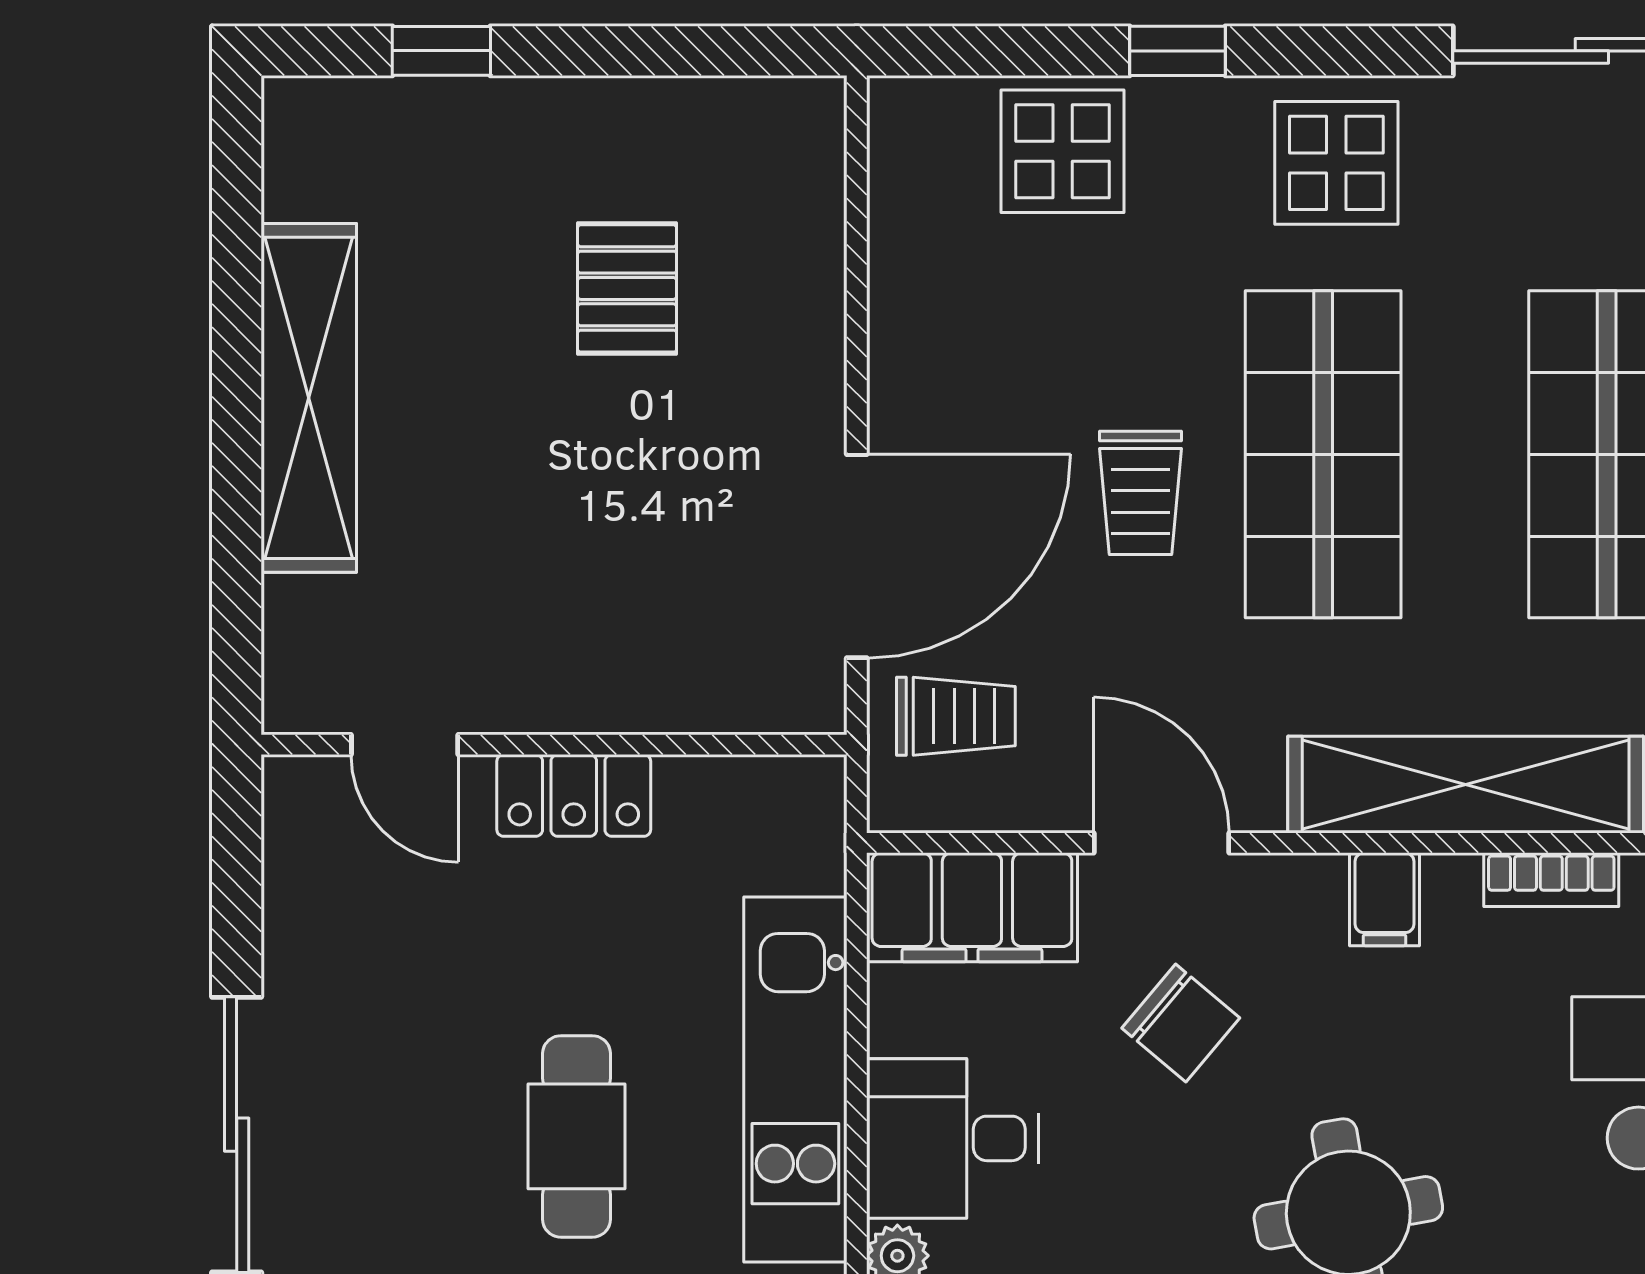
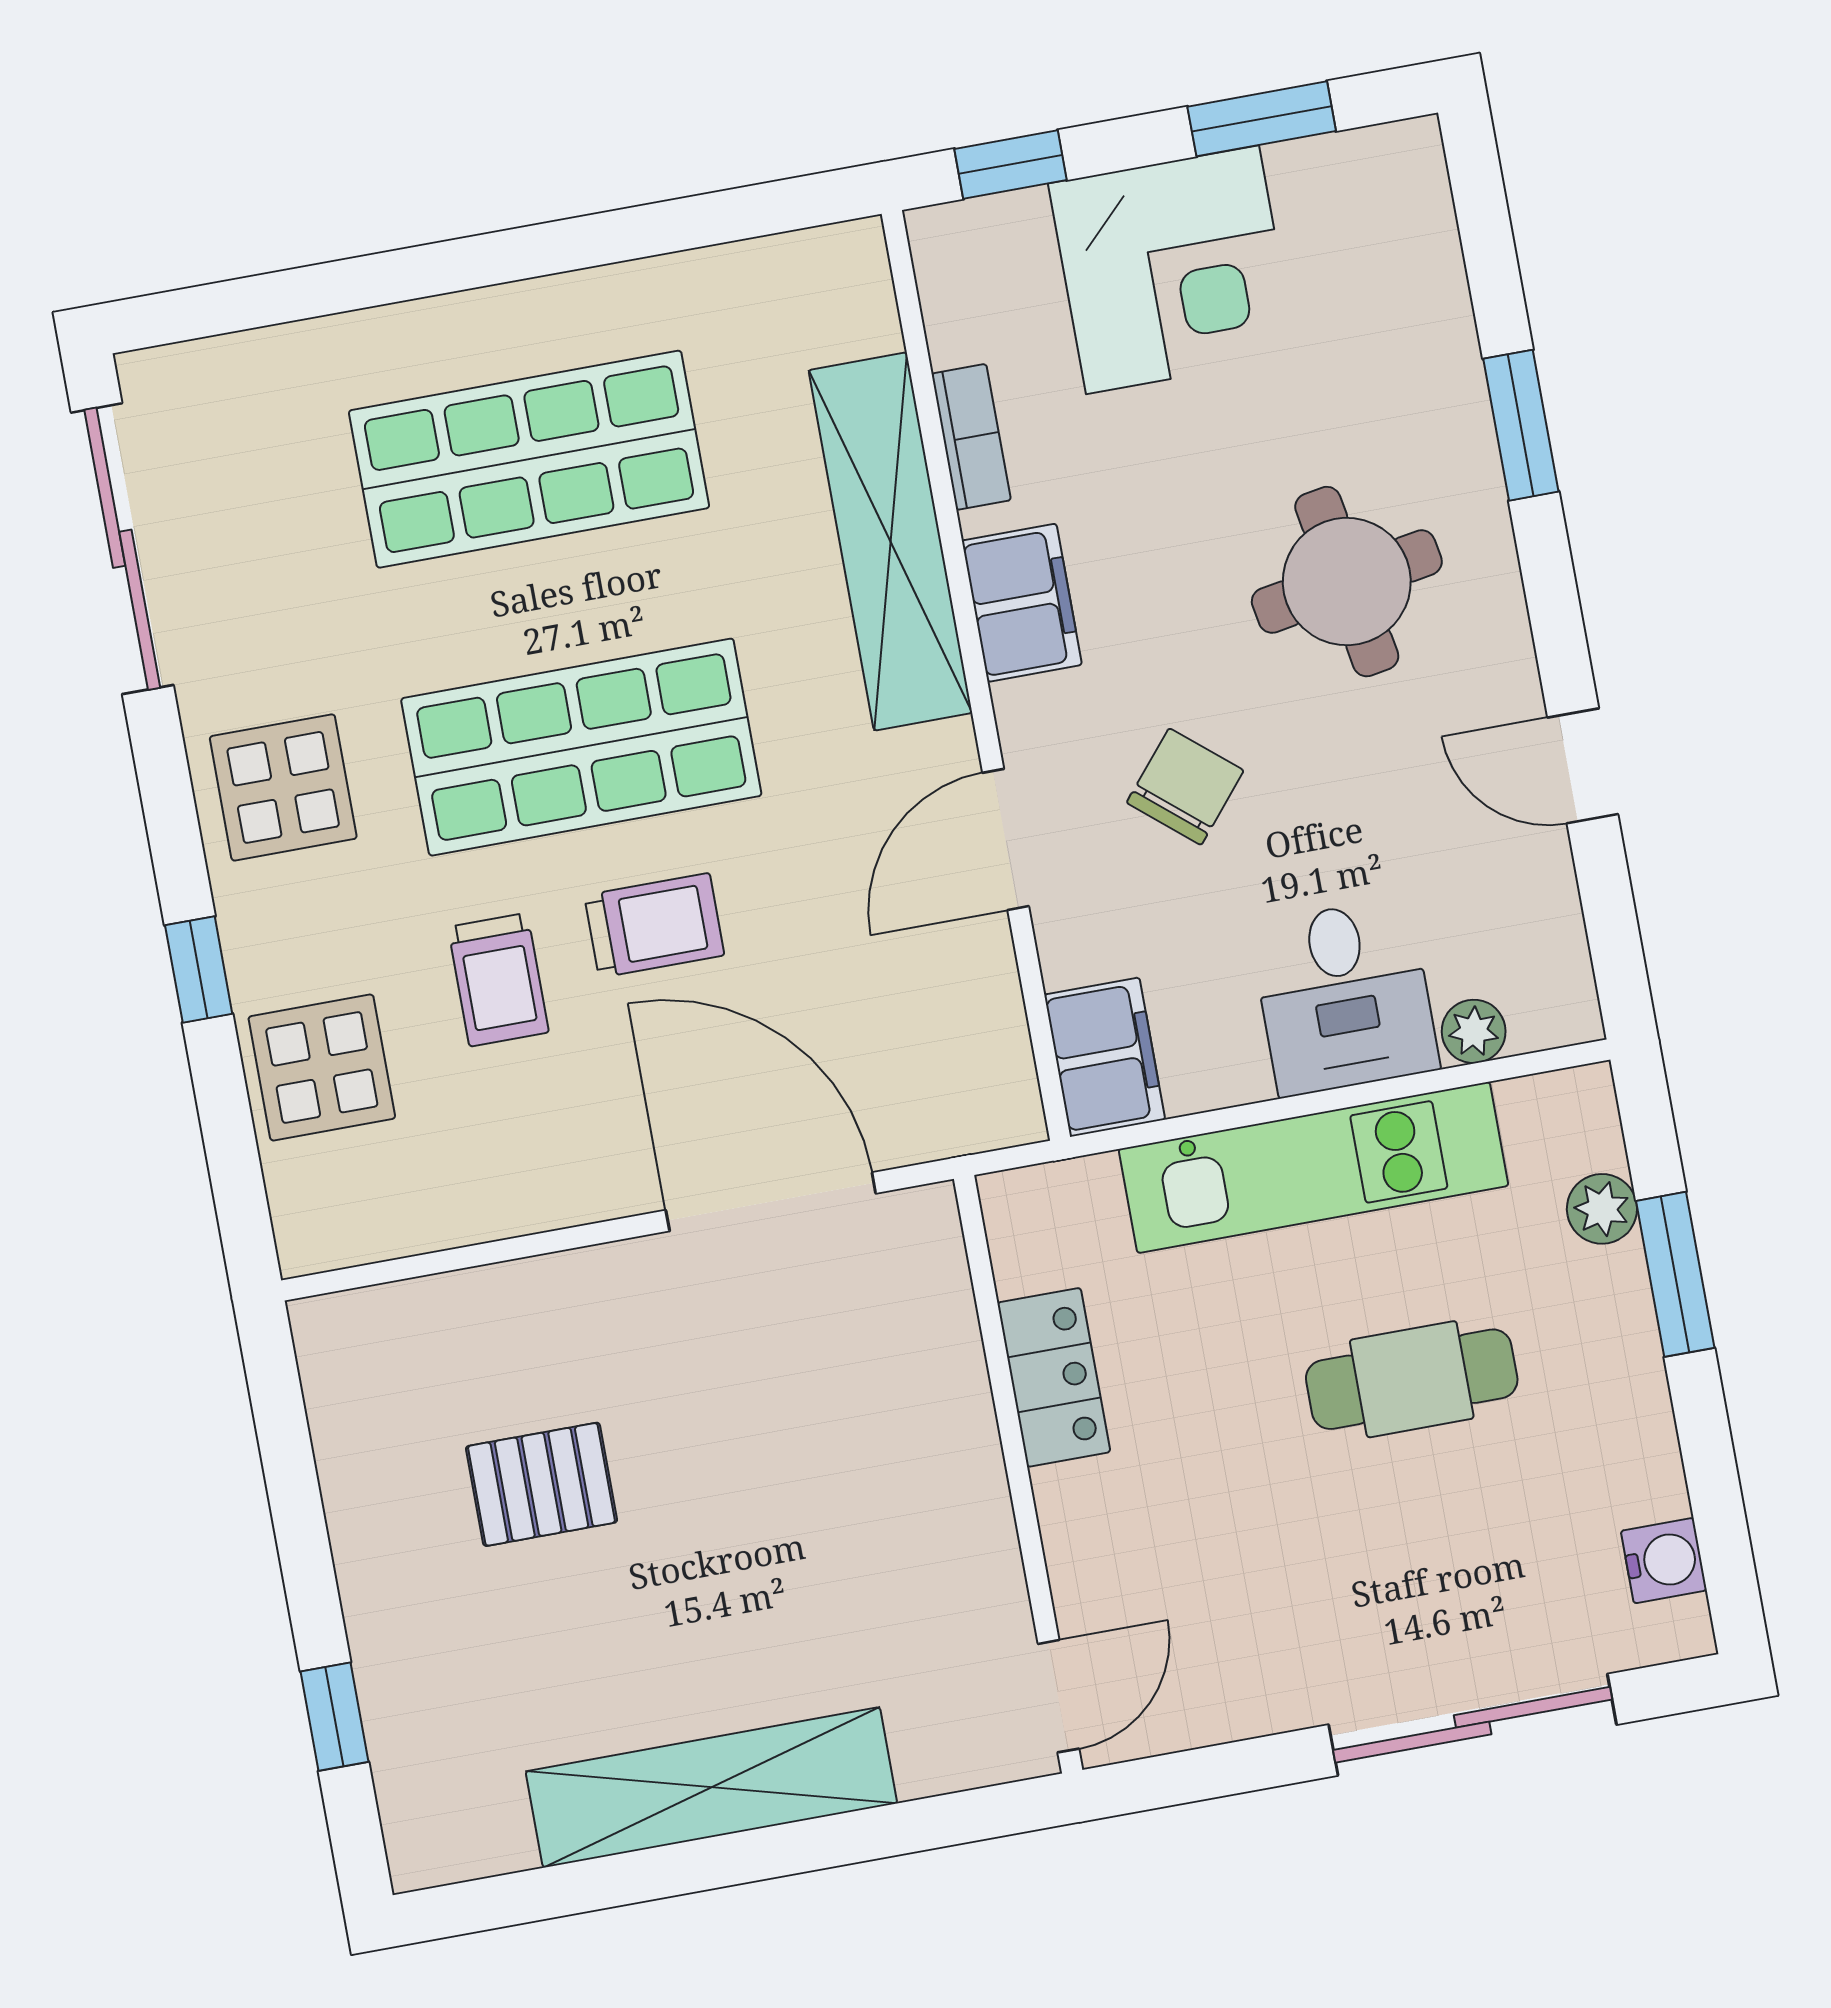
trolley: (956, 716) -> (498, 980), moved, turned 180
door: (405, 745) -> (1058, 1696), moved
locker: (574, 795) -> (1054, 1377), moved
filing cabinet: (1384, 899) -> (1022, 603), width x2.00
filing cabinet: (972, 907) -> (1105, 1057), width x0.67, depth x0.86

